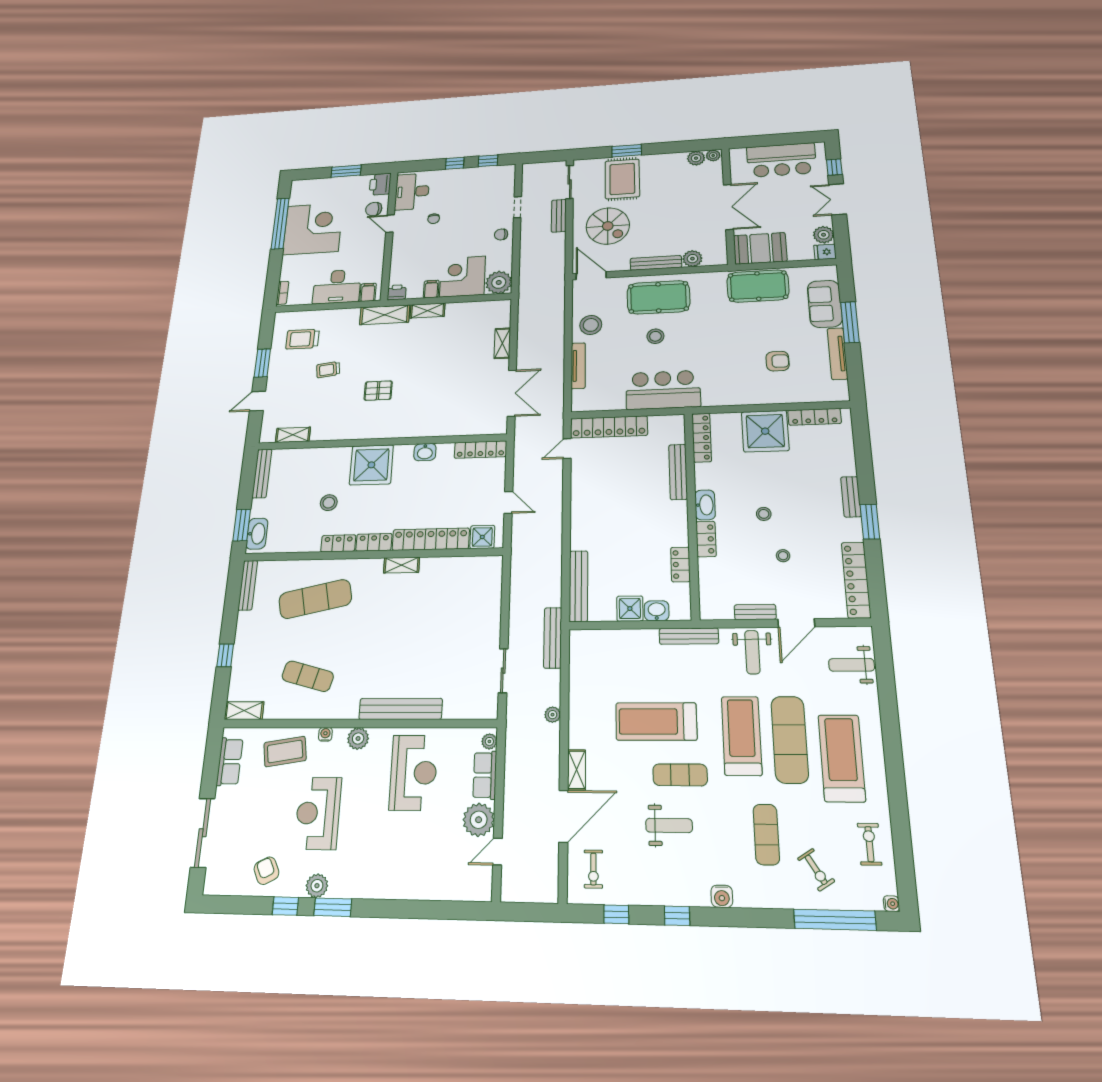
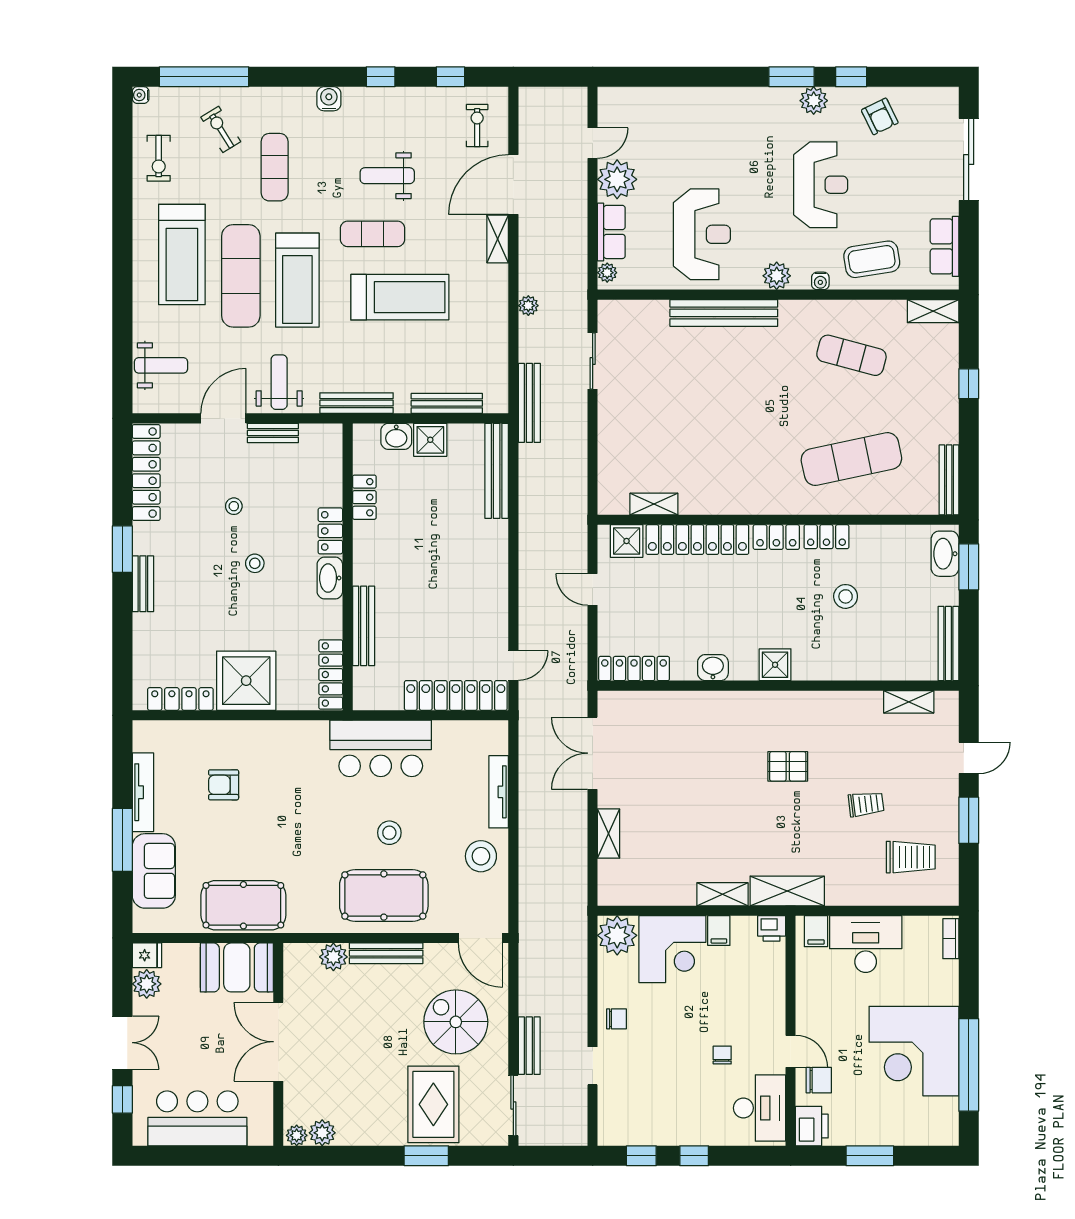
shower: (371, 465) -> (775, 665), width x0.54, depth x0.54
shelving: (402, 565) -> (654, 504), moved
bench: (617, 637) -> (447, 403), added
reception desk: (414, 773) -> (702, 234), turned 180

